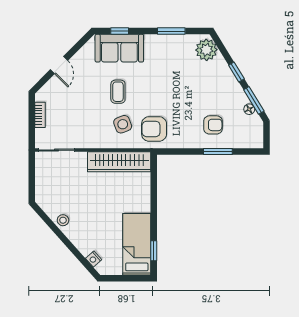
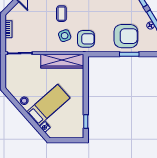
armchair: (213, 125) -> (126, 36), width x1.88, depth x1.88
armchair: (154, 129) -> (86, 39), turned 180
bed: (137, 244) -> (48, 105), moved, turned 48

